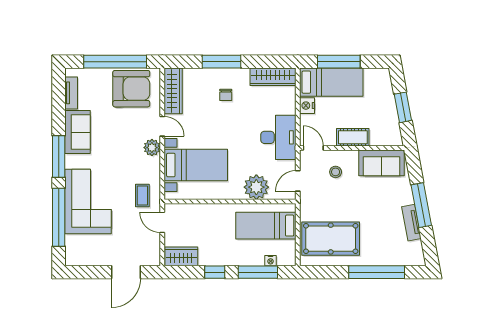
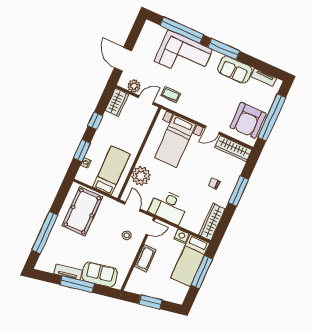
plant: (152, 148) -> (134, 86), moved
sofa: (382, 163) -> (100, 275), moved, turned 79
window: (258, 272) -> (82, 151), width x0.69

